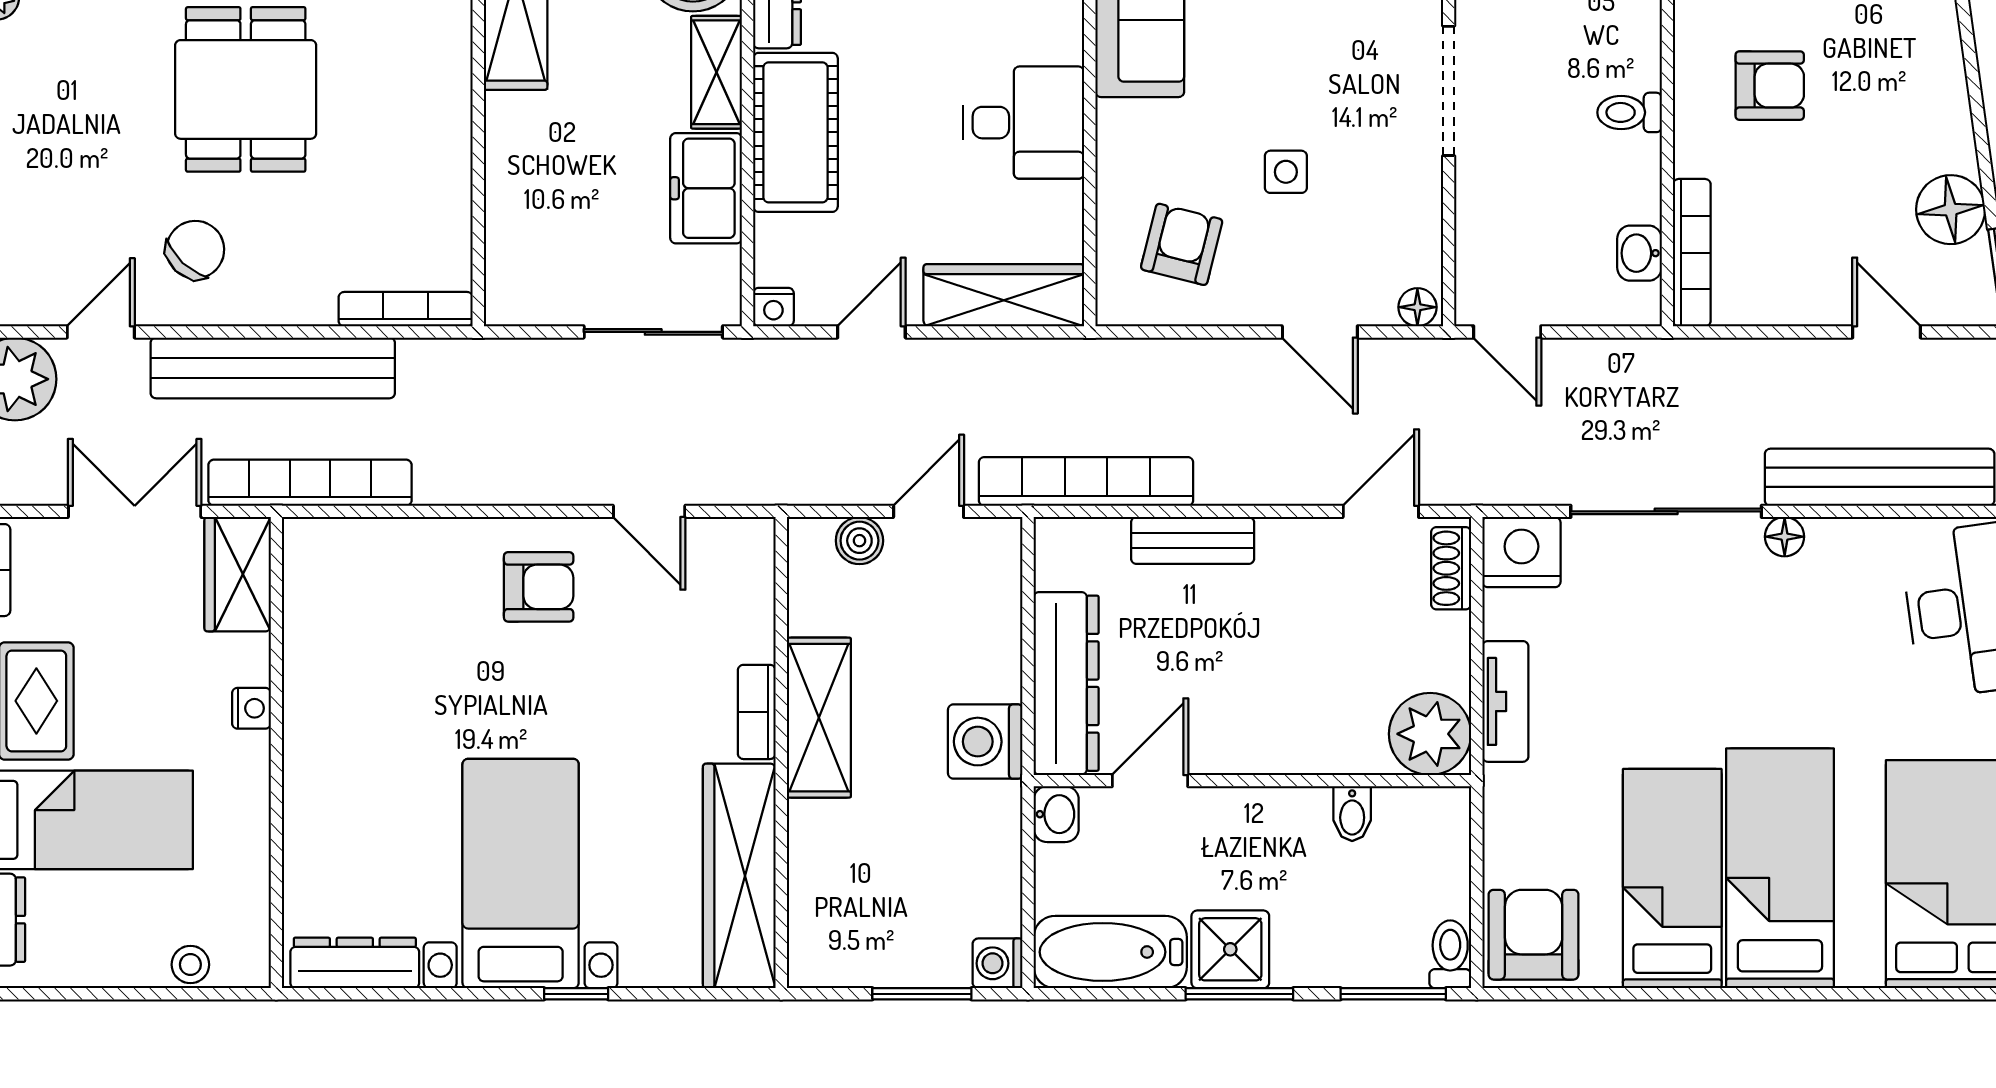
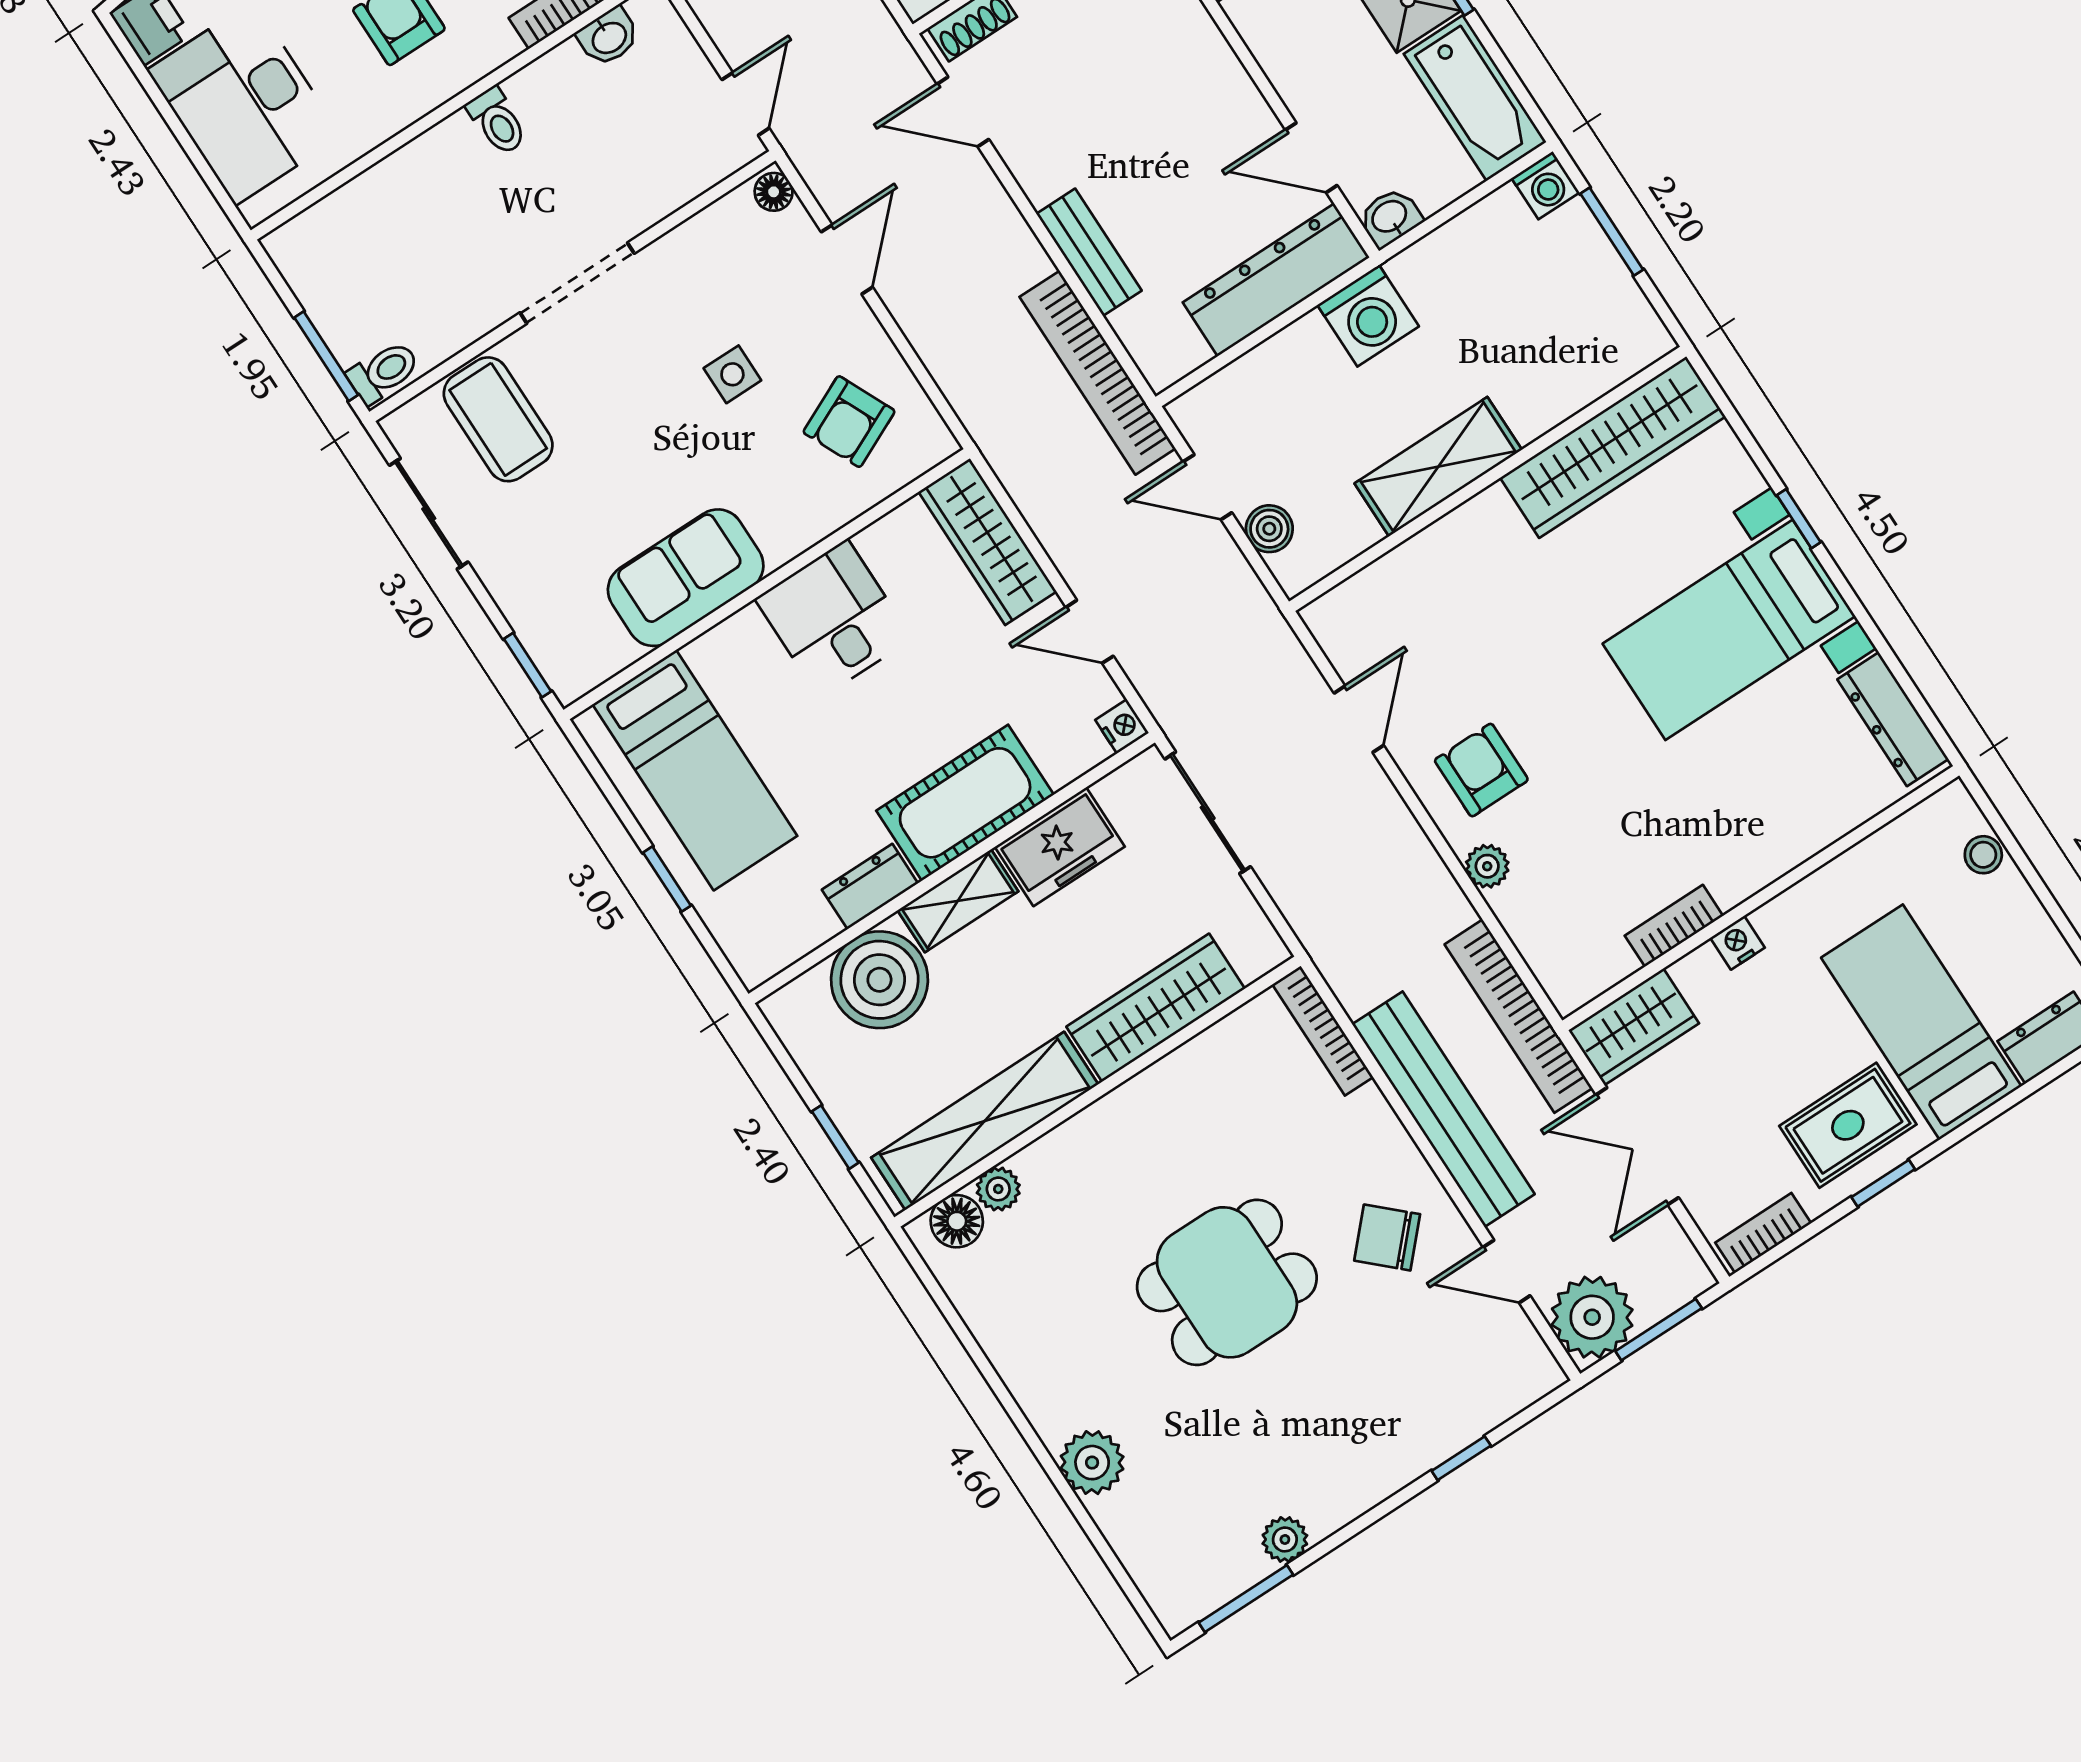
wardrobe: (517, 181) -> (1156, 1008), added
armchair: (1182, 244) -> (849, 422), turned -39
plant: (454, 539) -> (1487, 866), added
bookcase: (757, 712) -> (1674, 926), moved, turned 180

